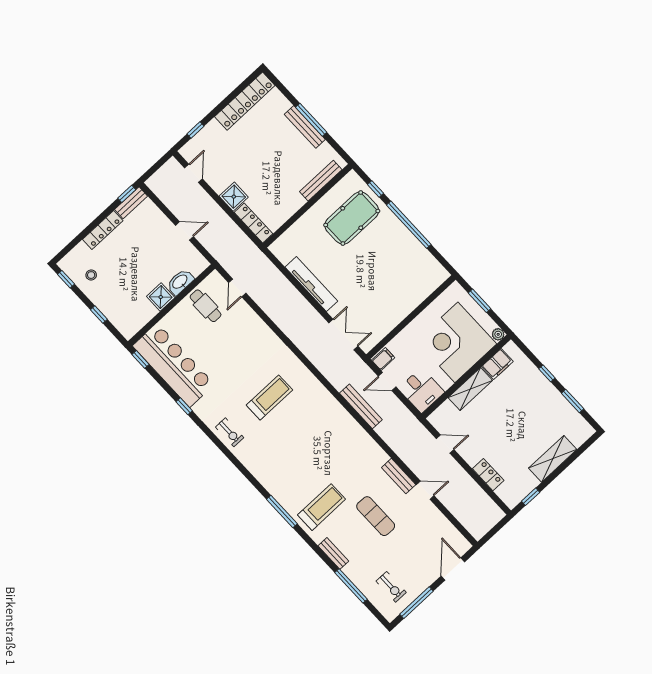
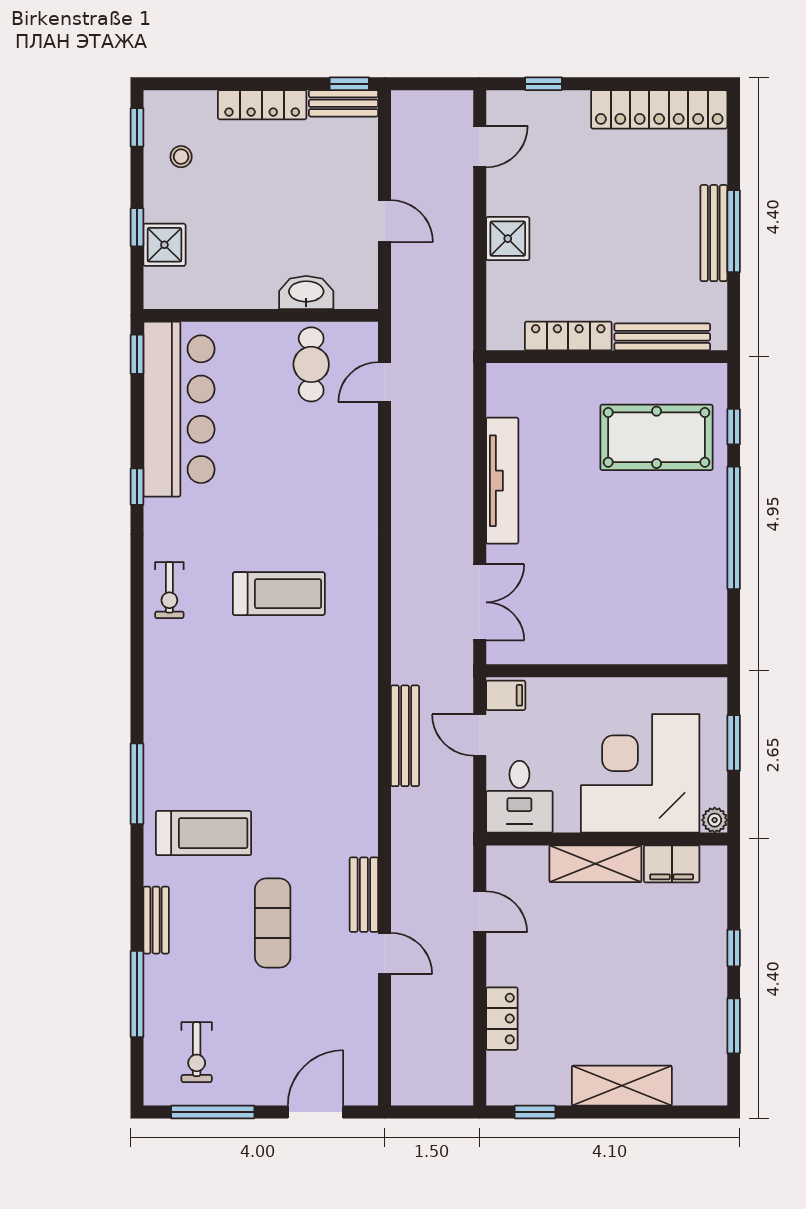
locker: (253, 223) -> (568, 336), moved, turned -90
shower: (161, 297) -> (164, 245), moved

